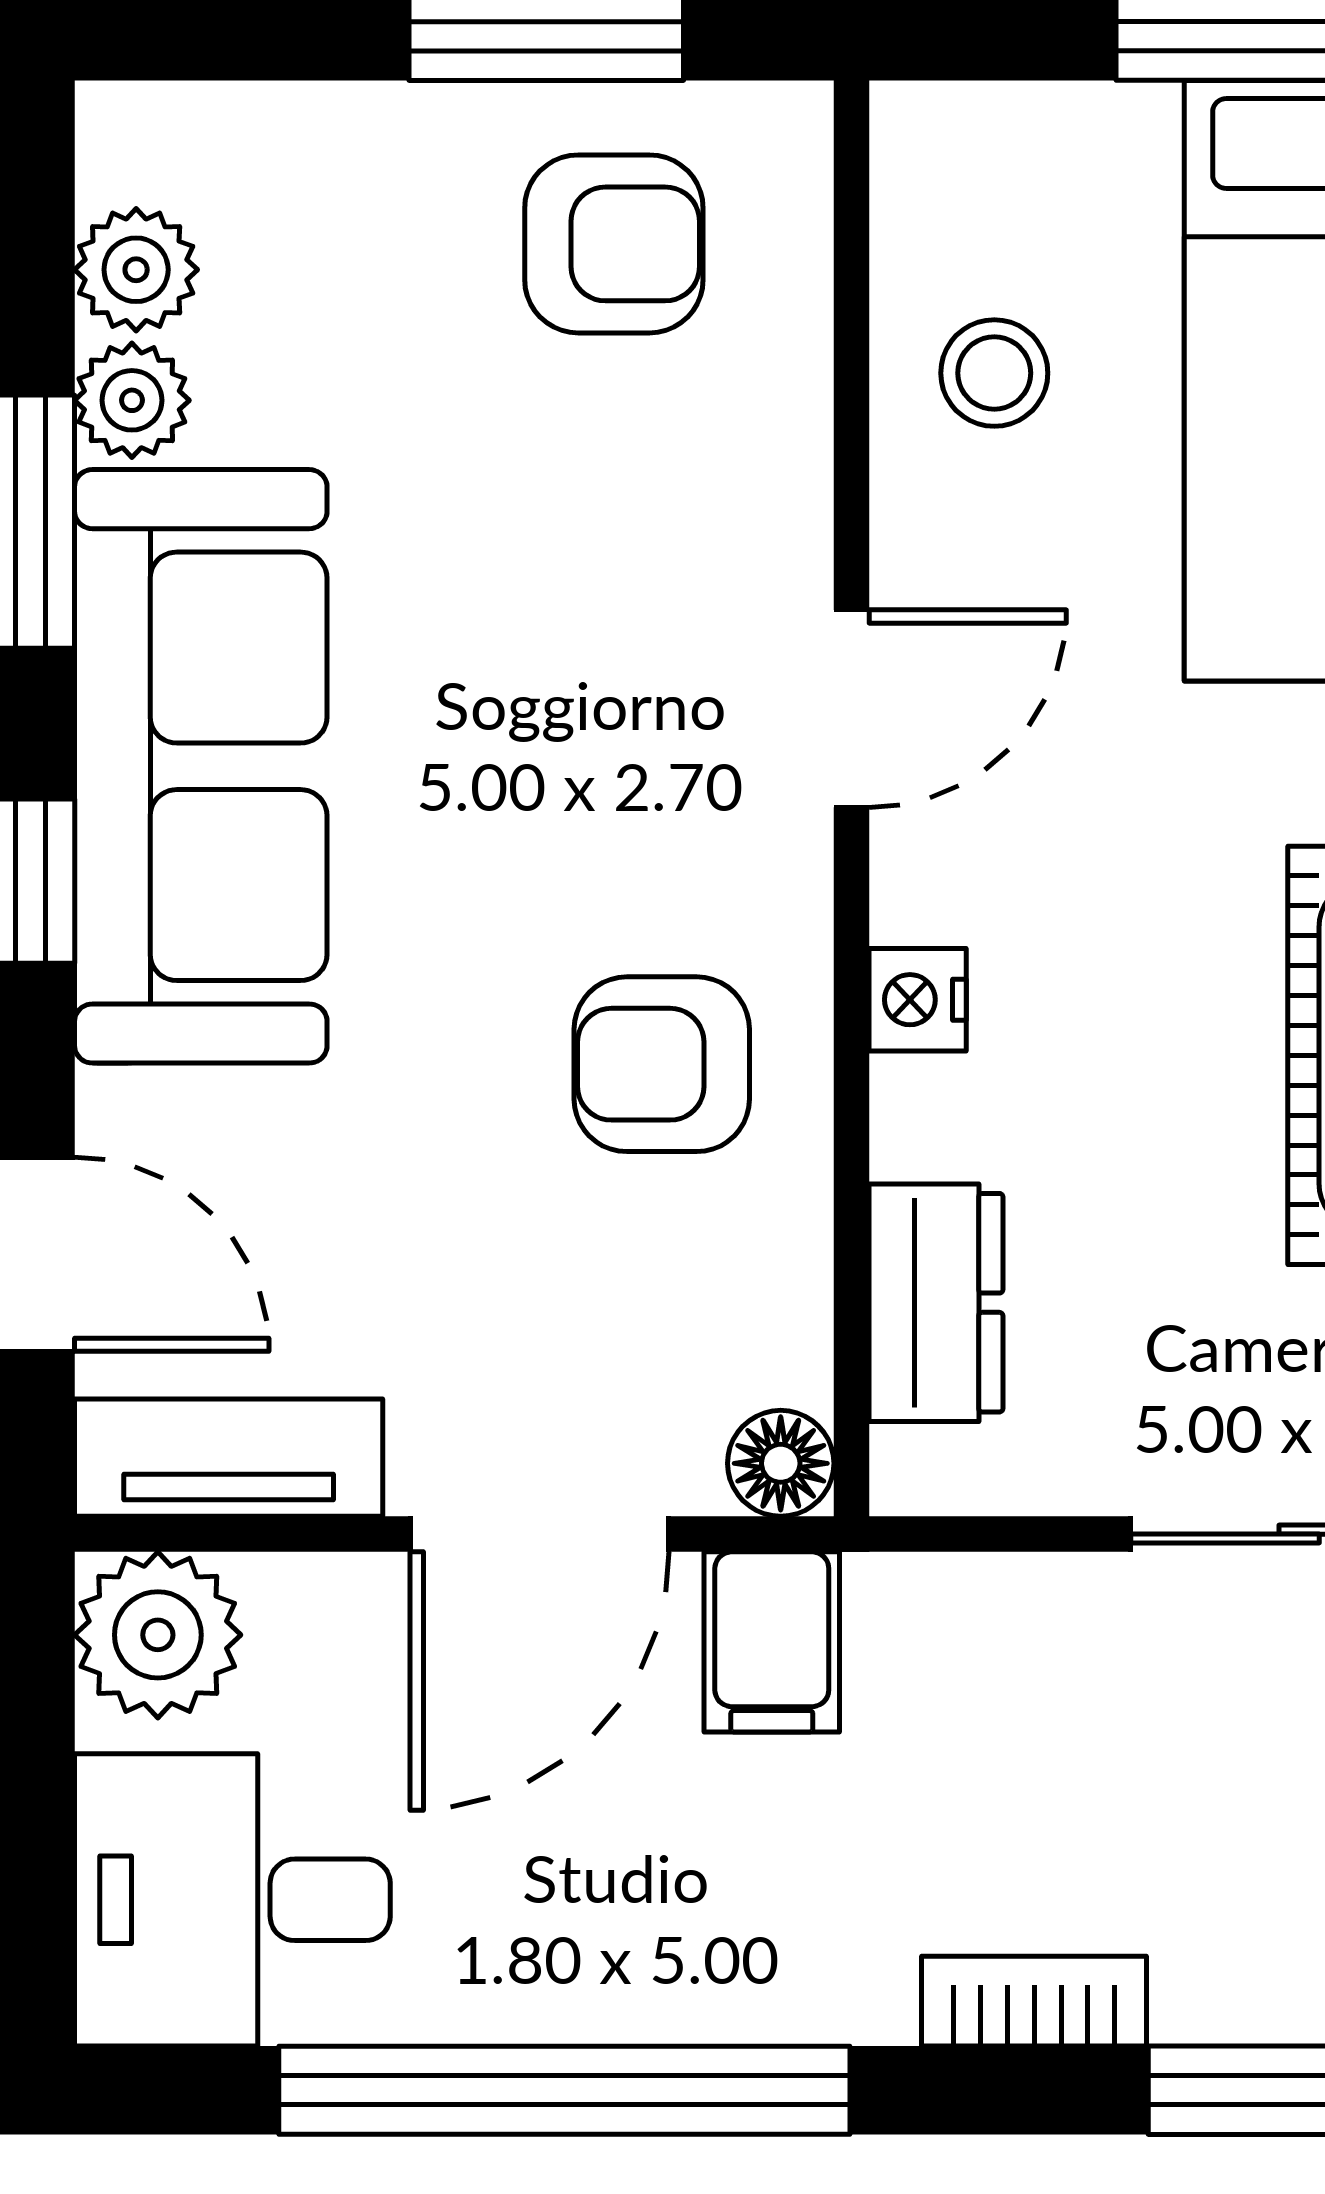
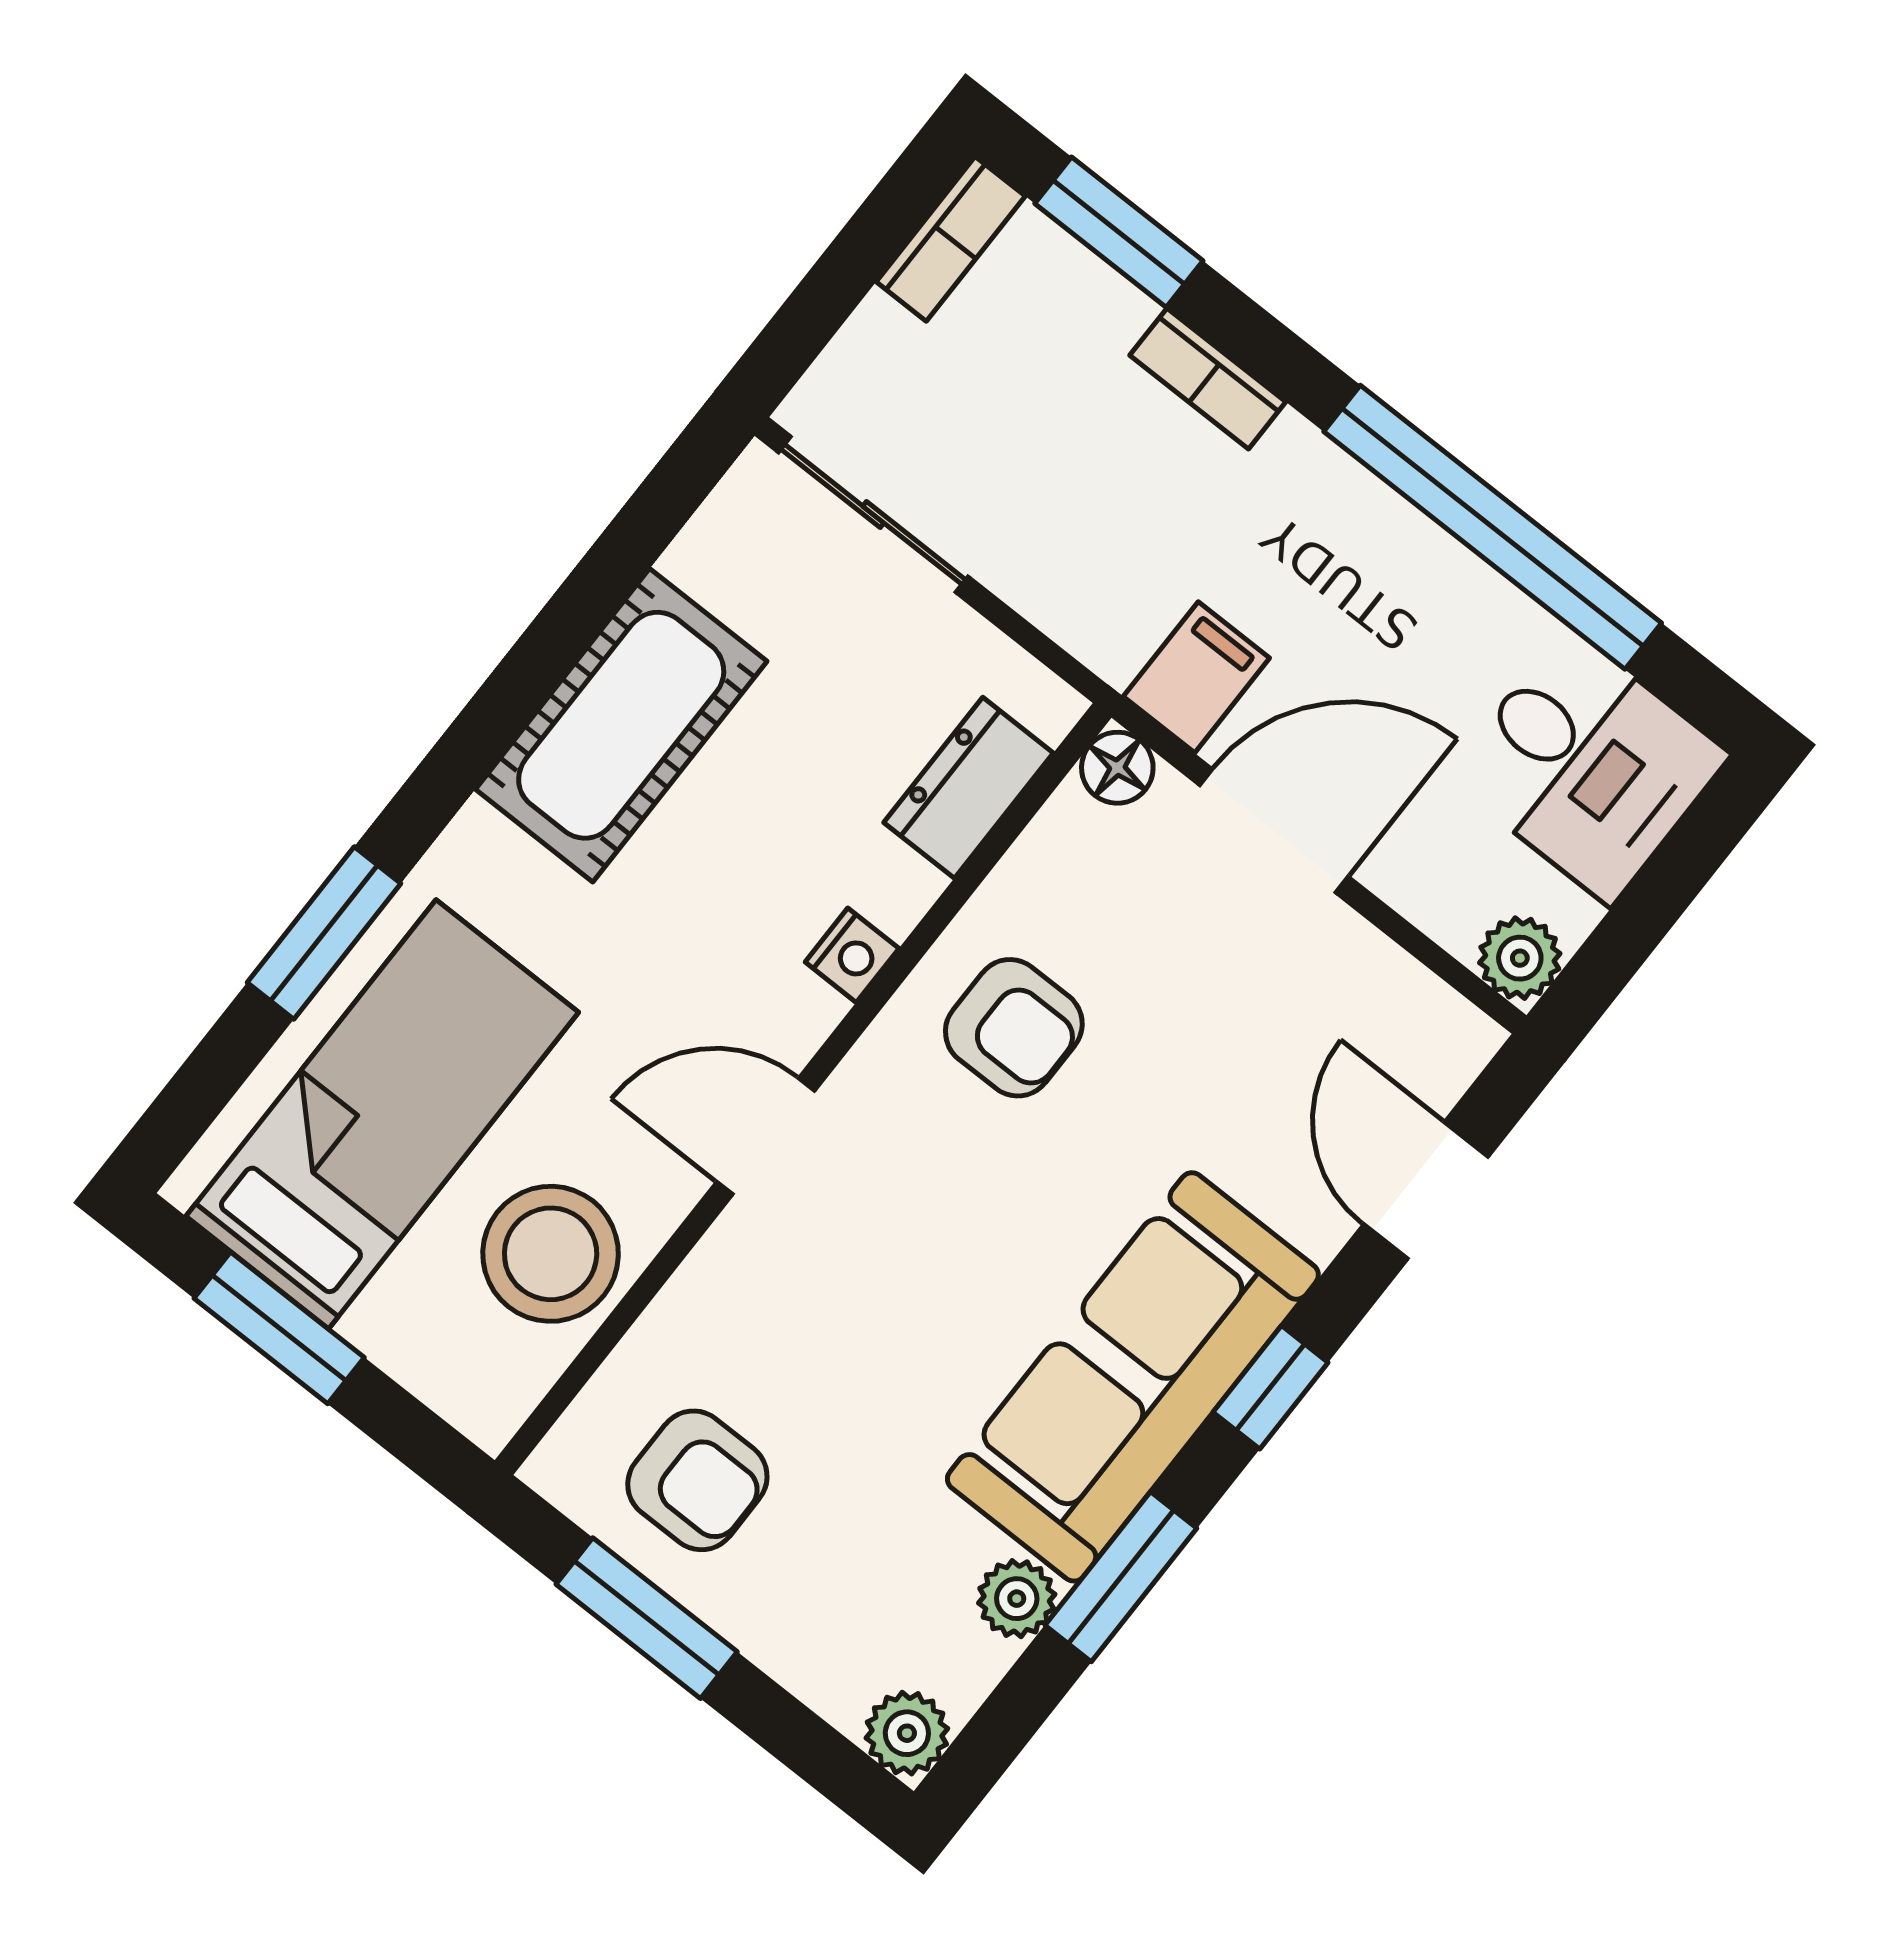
armchair: (614, 244) -> (697, 1480), turned 180
plant: (136, 270) -> (907, 1733), moved
stool: (994, 373) -> (551, 1254), width x1.89, depth x1.89
tv unit: (229, 1458) -> (1406, 1001), removed
plant: (158, 1635) -> (1520, 958), width x0.73, depth x0.73

